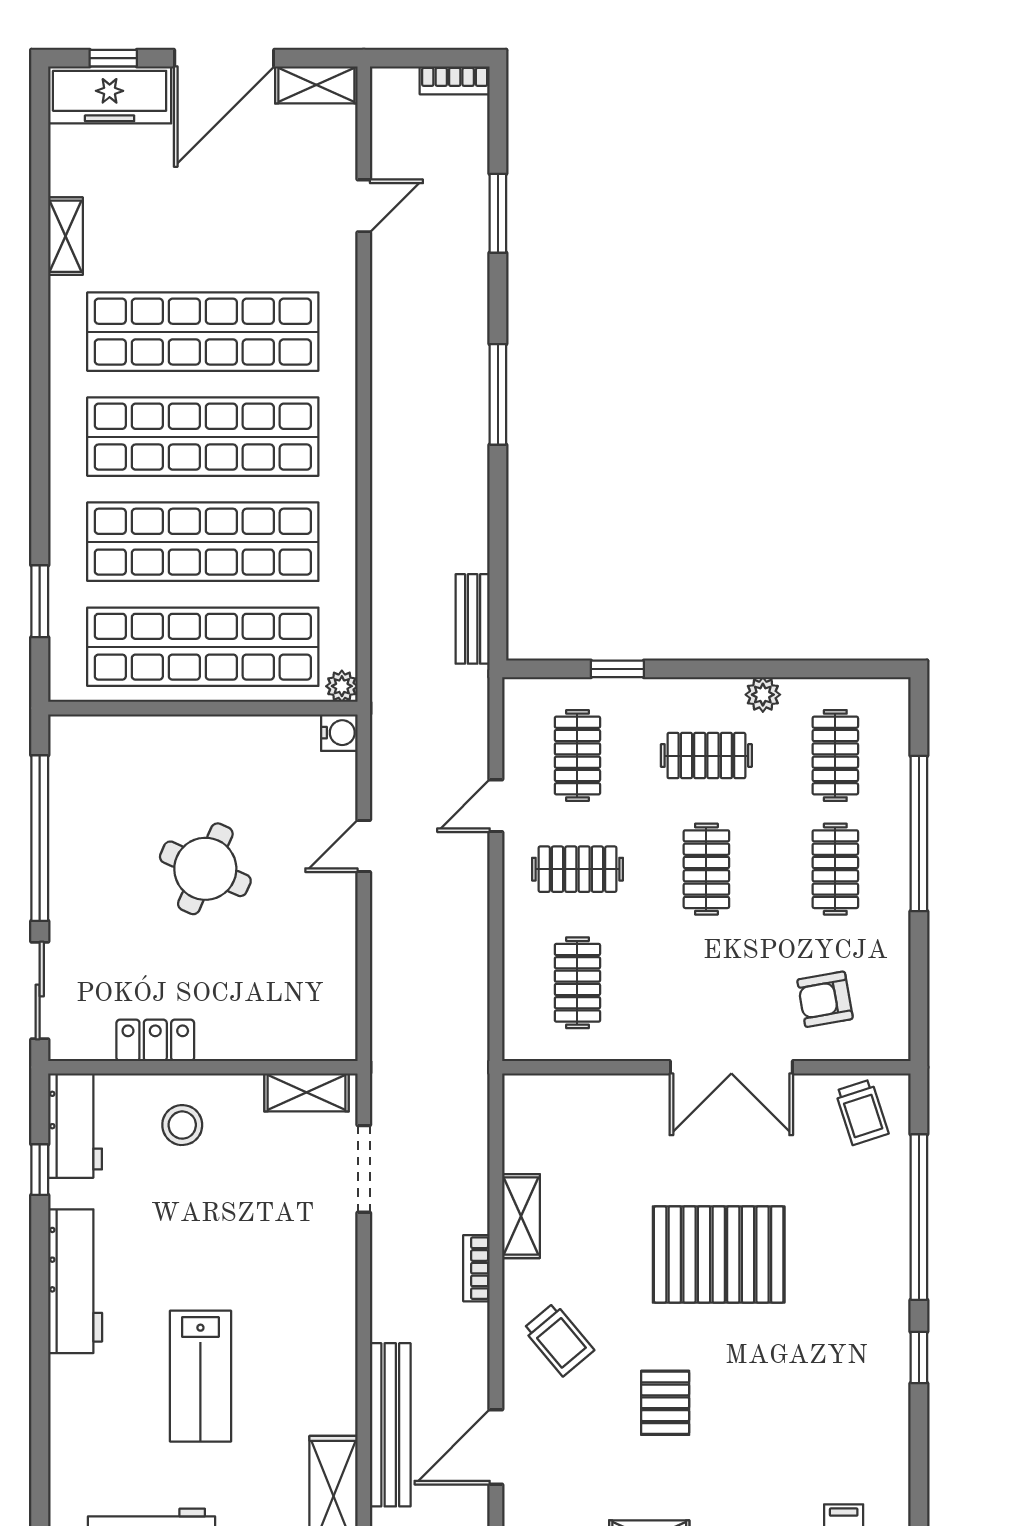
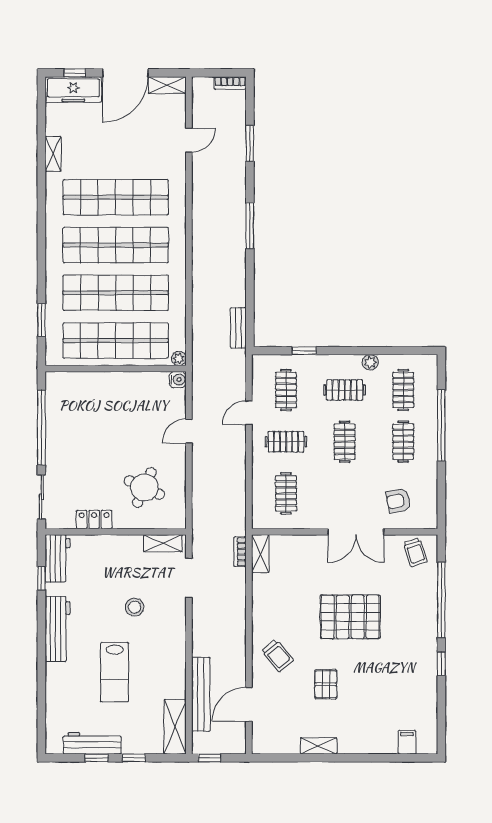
round table: (205, 869) -> (144, 488), moved
stool: (182, 1125) -> (135, 607), moved
shelving: (521, 1216) -> (260, 554), moved
bookcase: (476, 1268) -> (240, 552), moved

